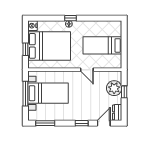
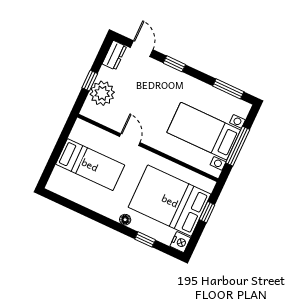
window: (70, 18) -> (145, 239), moved
door: (104, 123) -> (142, 49), swing flipped

